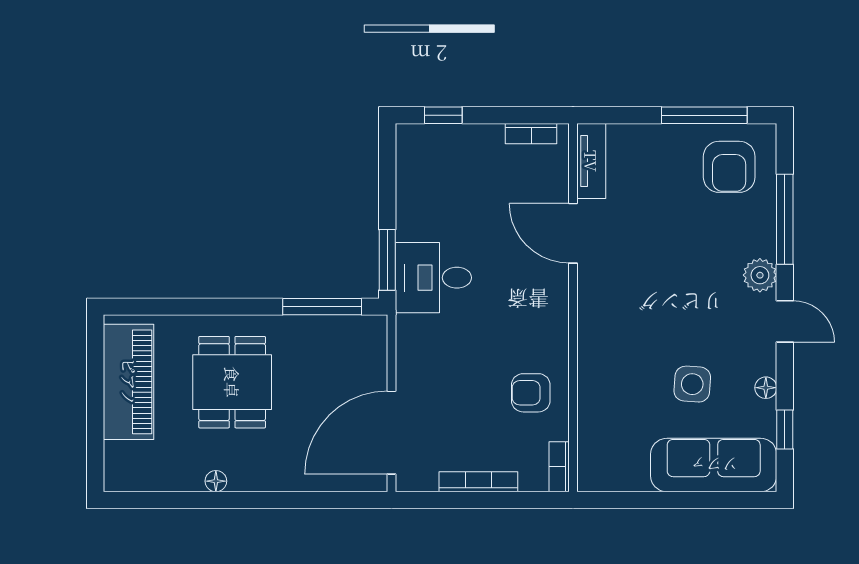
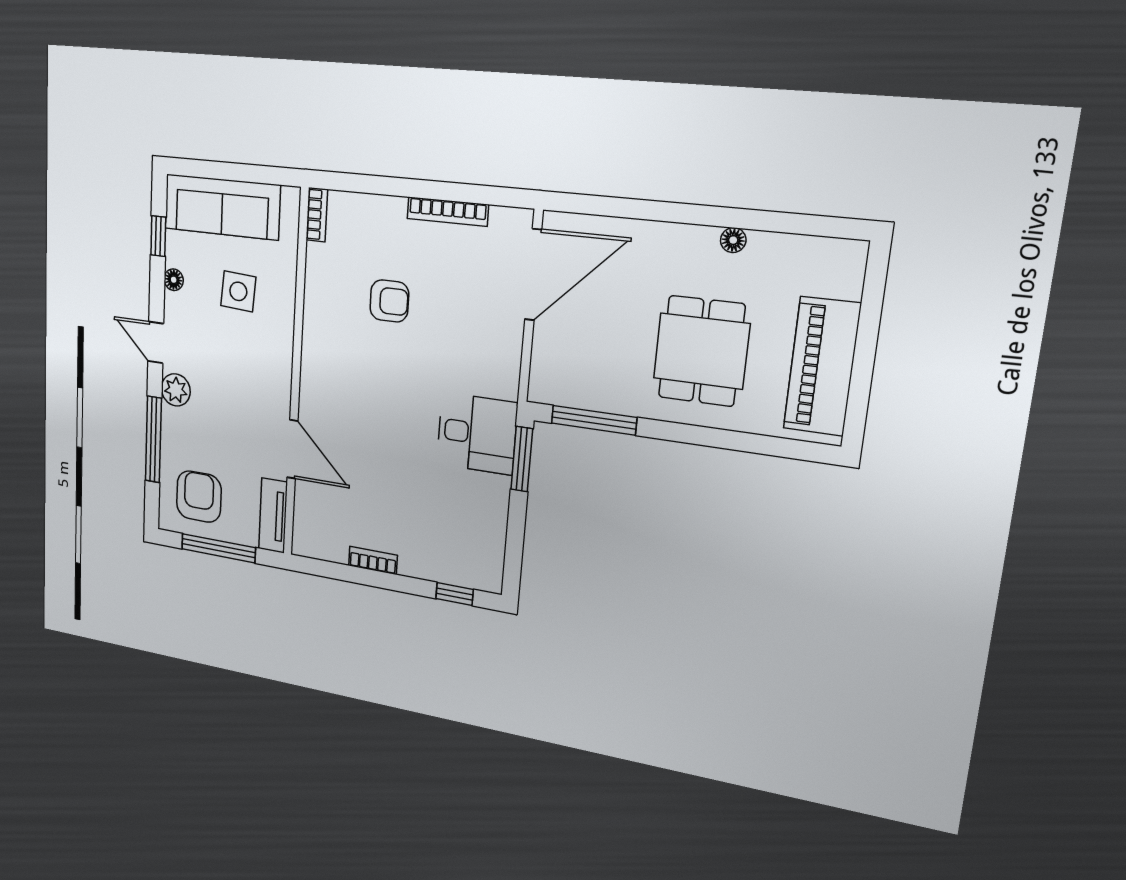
tv unit: (591, 161) -> (273, 516), moved
door: (573, 233) -> (292, 449), moved
wall: (573, 308) -> (296, 376), moved
bookcase: (559, 467) -> (317, 215), moved

